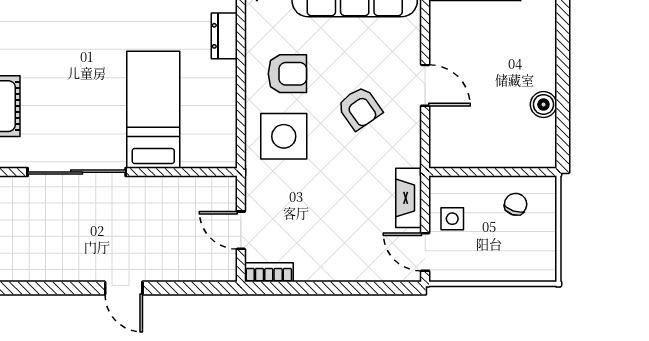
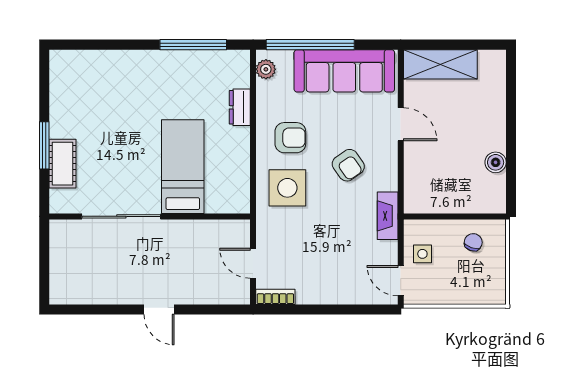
door: (425, 85) -> (401, 124), moved
fireplace: (409, 198) -> (388, 216), moved

